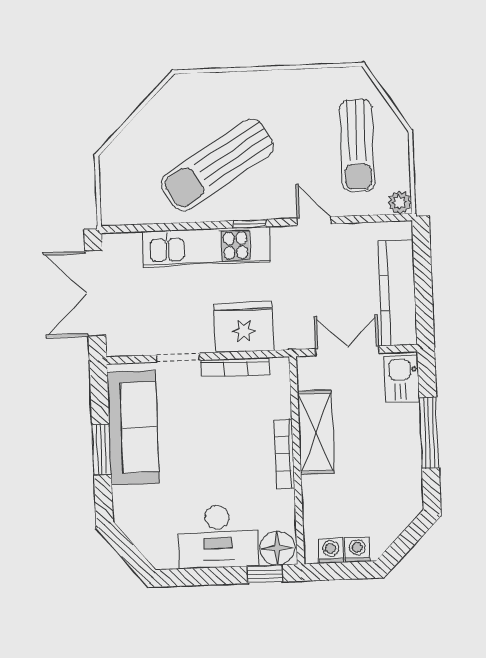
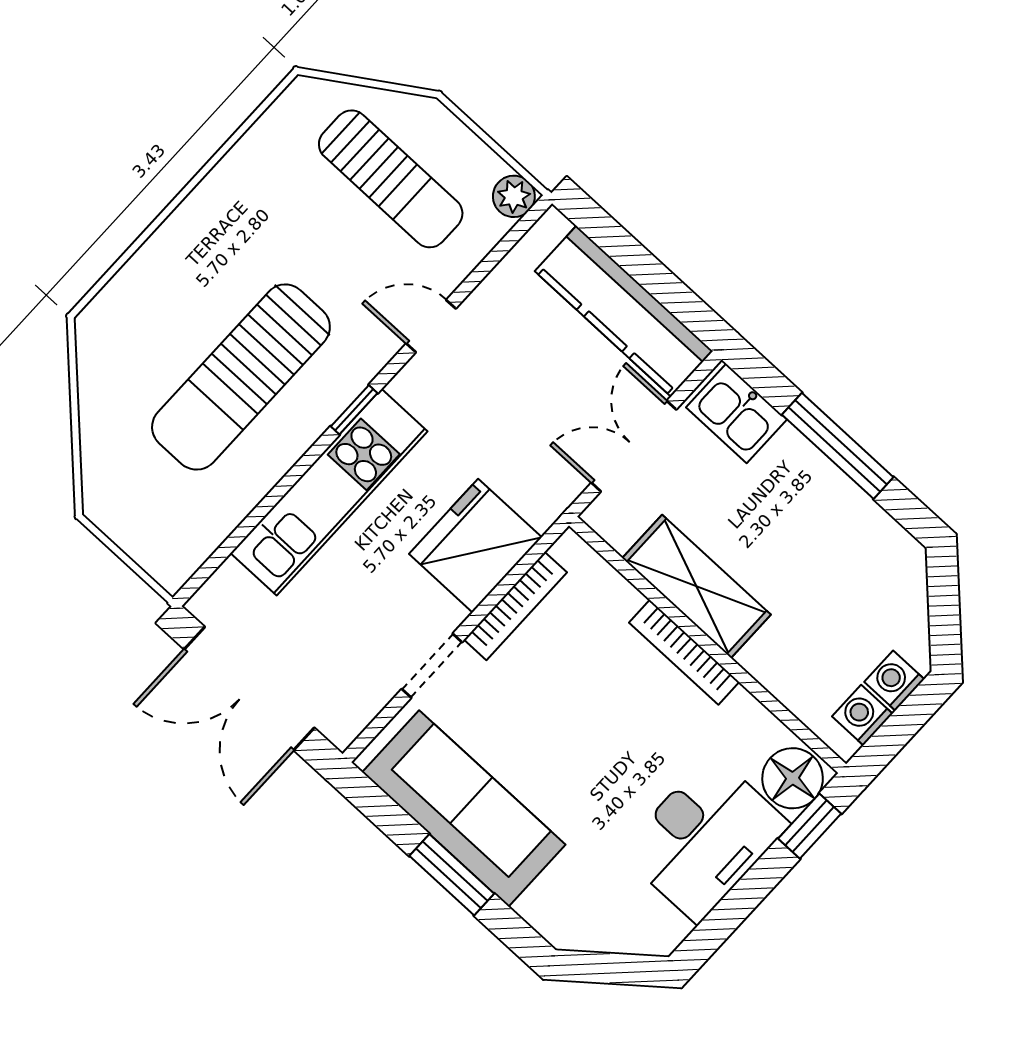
sun lounger: (217, 165) -> (241, 377), turned 32

